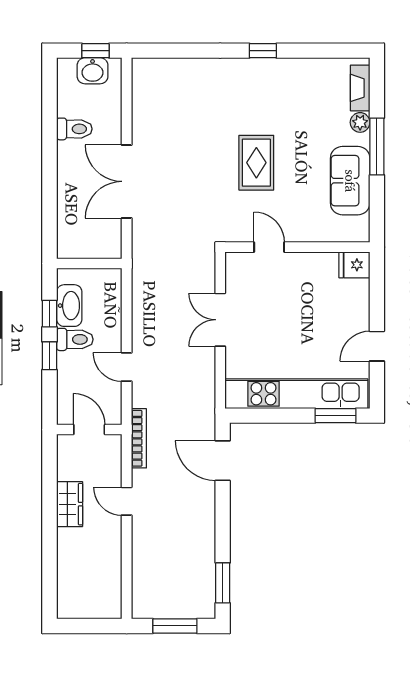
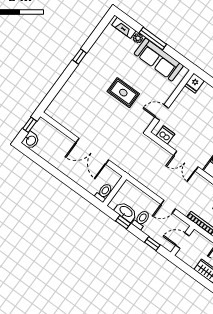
washbasin: (93, 71) -> (31, 140), moved
toilet: (74, 129) -> (104, 192), moved
sofa: (350, 181) -> (159, 60), width x1.36
dishwasher: (238, 279) -> (165, 135), added
double door: (220, 320) -> (186, 161), moved
window: (49, 356) -> (152, 244), moved

